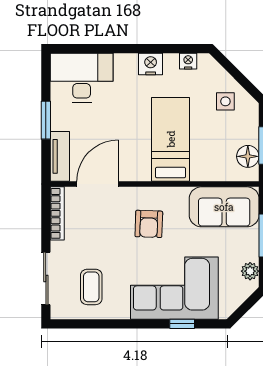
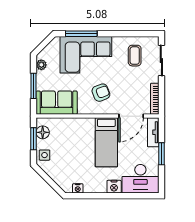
nightstand: (151, 64) -> (114, 187), moved
side table: (225, 101) -> (44, 155), moved
bed: (171, 139) -> (106, 142), moved
armchair: (149, 224) -> (101, 93), turned 67
window: (182, 324) -> (81, 34), width x2.17

